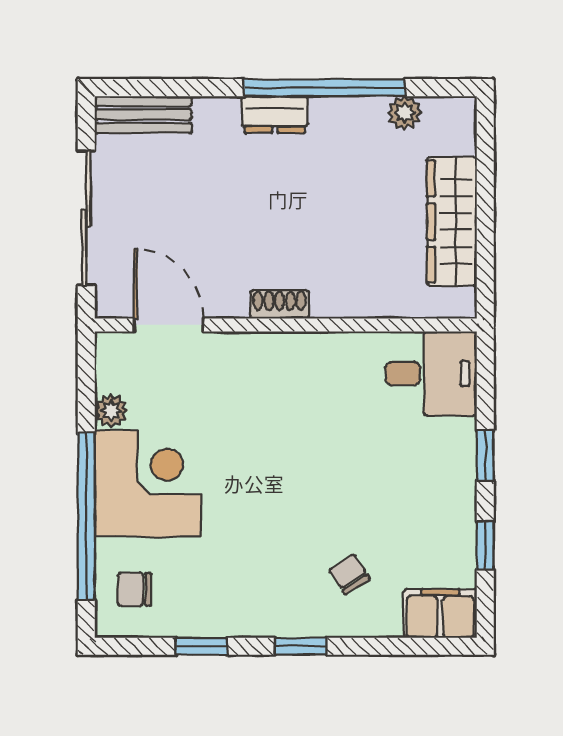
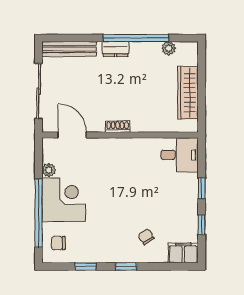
bench: (143, 115) -> (69, 49), width x1.36

